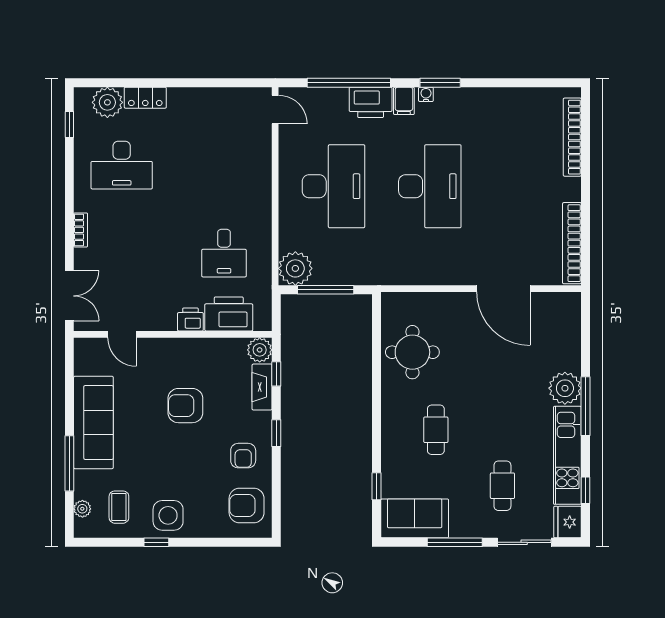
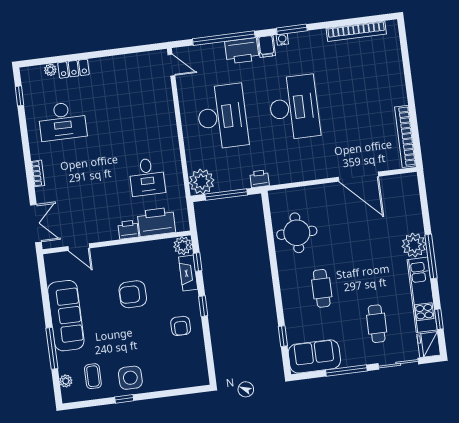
plant: (107, 102) -> (50, 70), width x0.53, depth x0.53
bookcase: (572, 137) -> (356, 31), moved, turned -90
printer: (372, 275) -> (259, 179), added
armchair: (247, 505) -> (188, 363), removed

